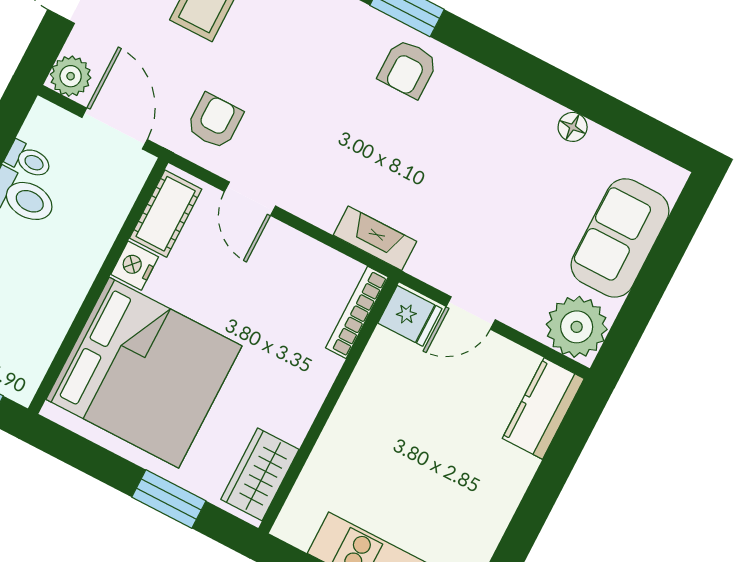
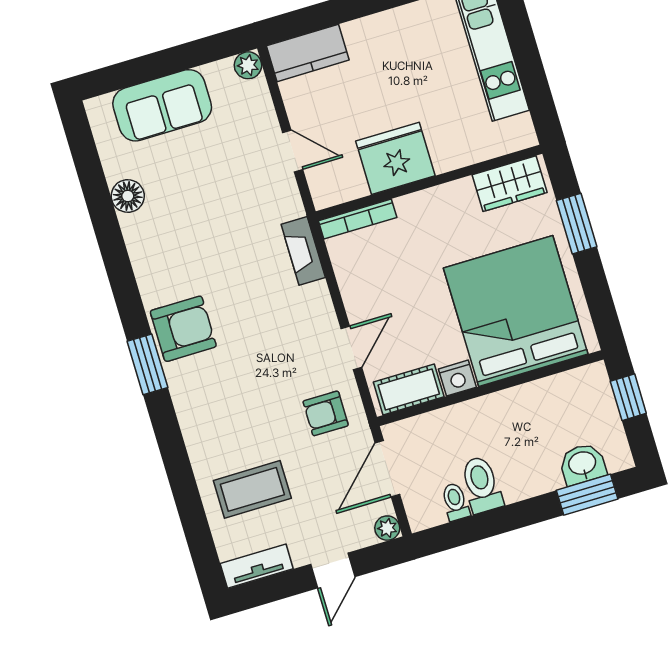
armchair: (408, 69) -> (183, 329), width x1.38, depth x1.38
plant: (71, 76) -> (387, 528), width x0.73, depth x0.73
floor lamp: (573, 127) -> (128, 196), width x1.37, depth x1.37
fridge: (410, 316) -> (395, 158), moved, width x1.88, depth x1.34
plant: (577, 327) -> (248, 65), width x0.53, depth x0.53

